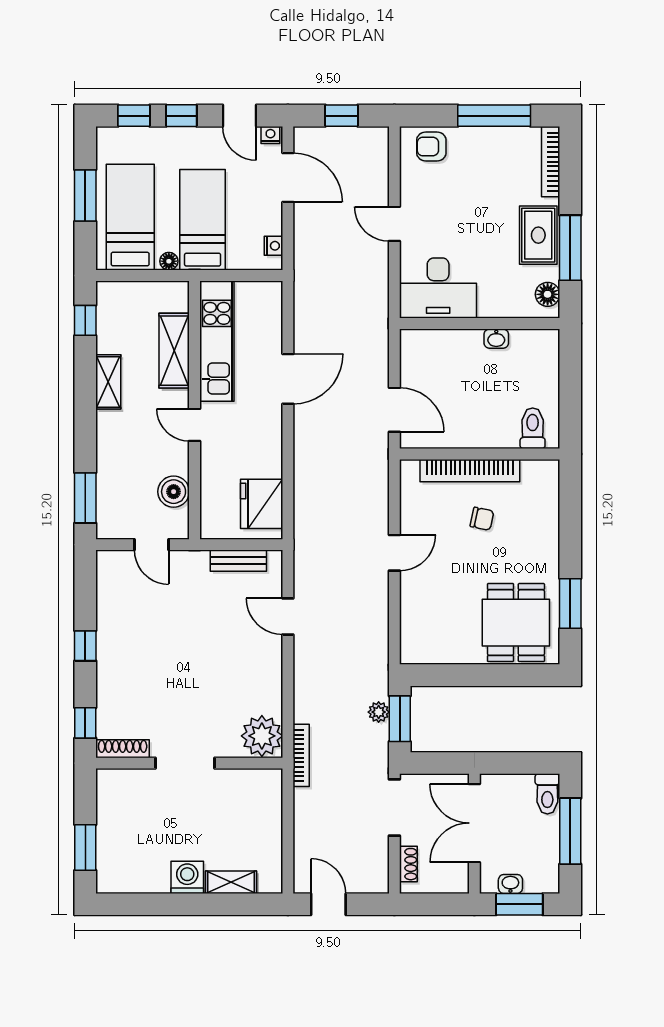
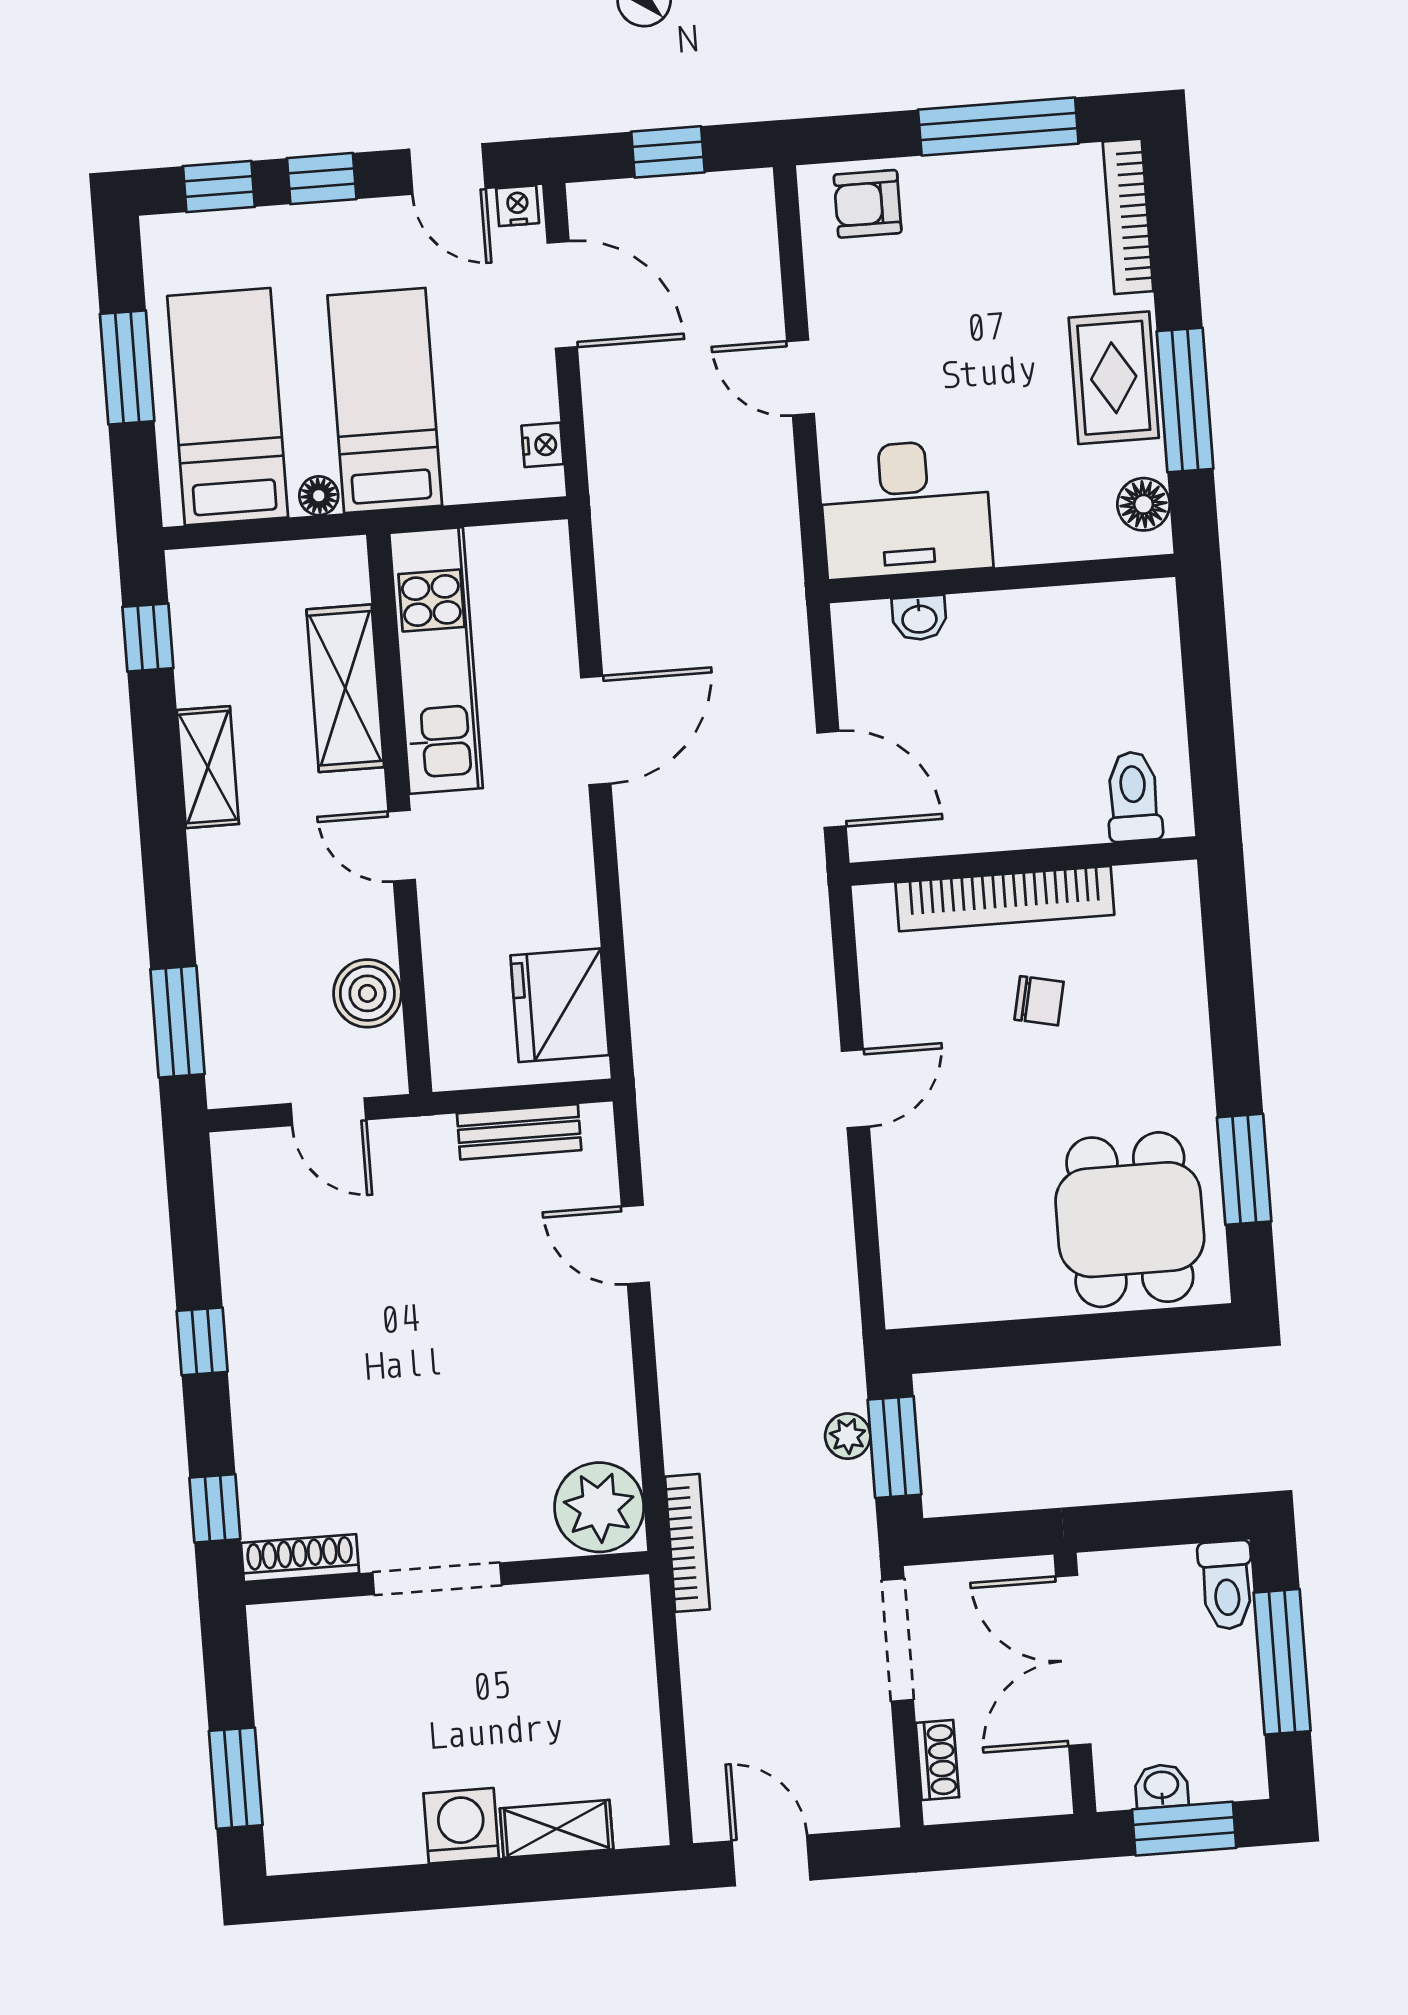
washbasin: (496, 339) -> (919, 618), moved

